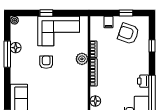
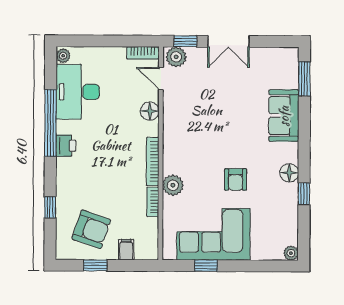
window: (46, 13) -> (206, 266), moved
floor lamp: (16, 48) -> (289, 173), moved
window: (7, 54) -> (304, 194), width x0.46

